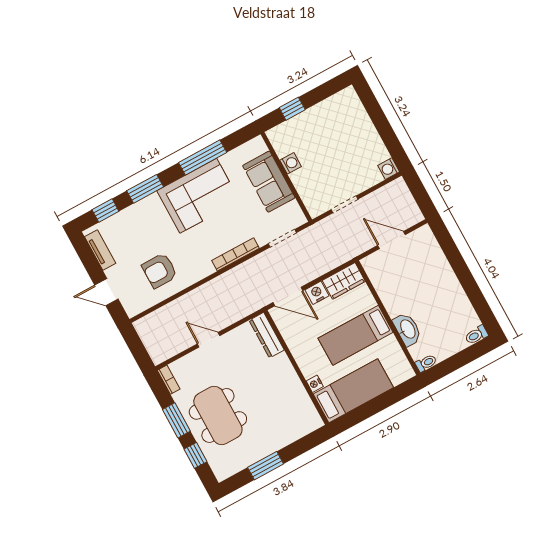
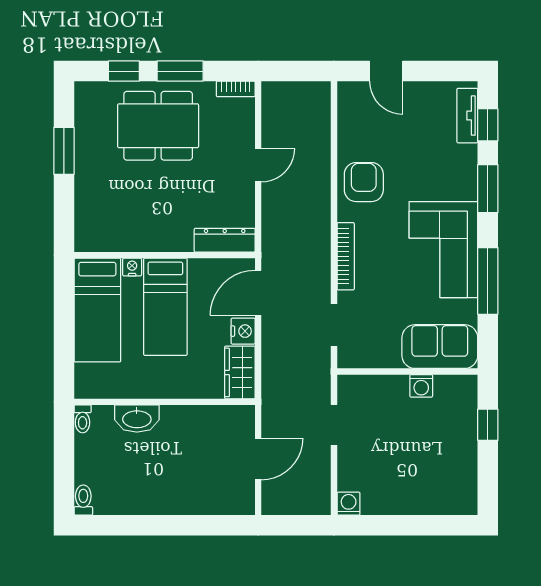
sofa: (269, 182) -> (440, 347), moved
tv unit: (100, 250) -> (467, 116), moved, turned 90
armchair: (160, 271) -> (364, 182), moved
door: (106, 292) -> (386, 71), swing flipped
bed: (356, 335) -> (165, 307), moved, turned 180

